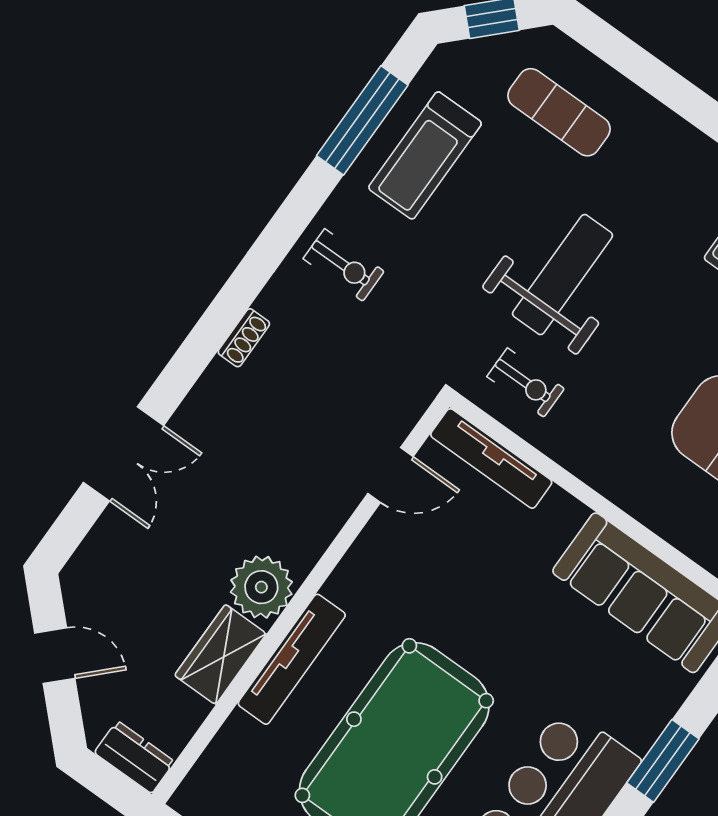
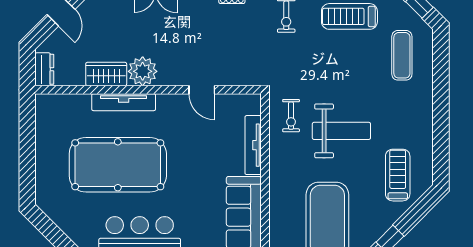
weight bench: (562, 275) -> (341, 131), moved
tv unit: (491, 458) -> (253, 145), moved
door: (391, 475) -> (202, 90), moved

